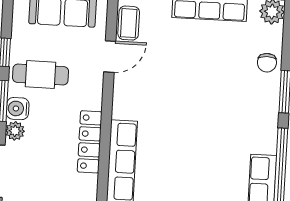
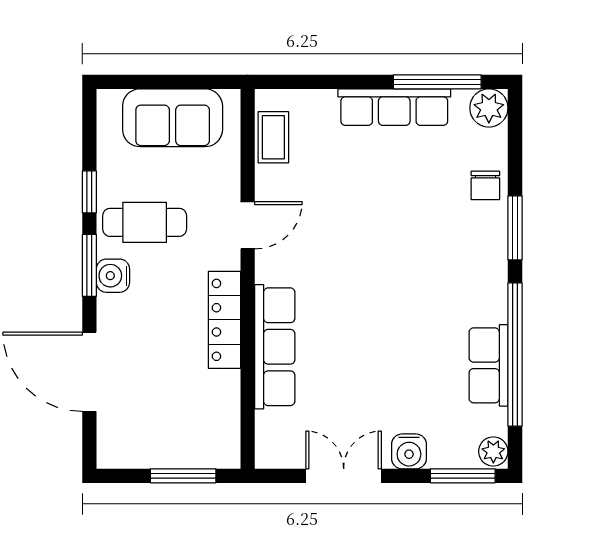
door: (110, 57) -> (248, 225), moved
plant: (15, 131) -> (111, 310), removed

